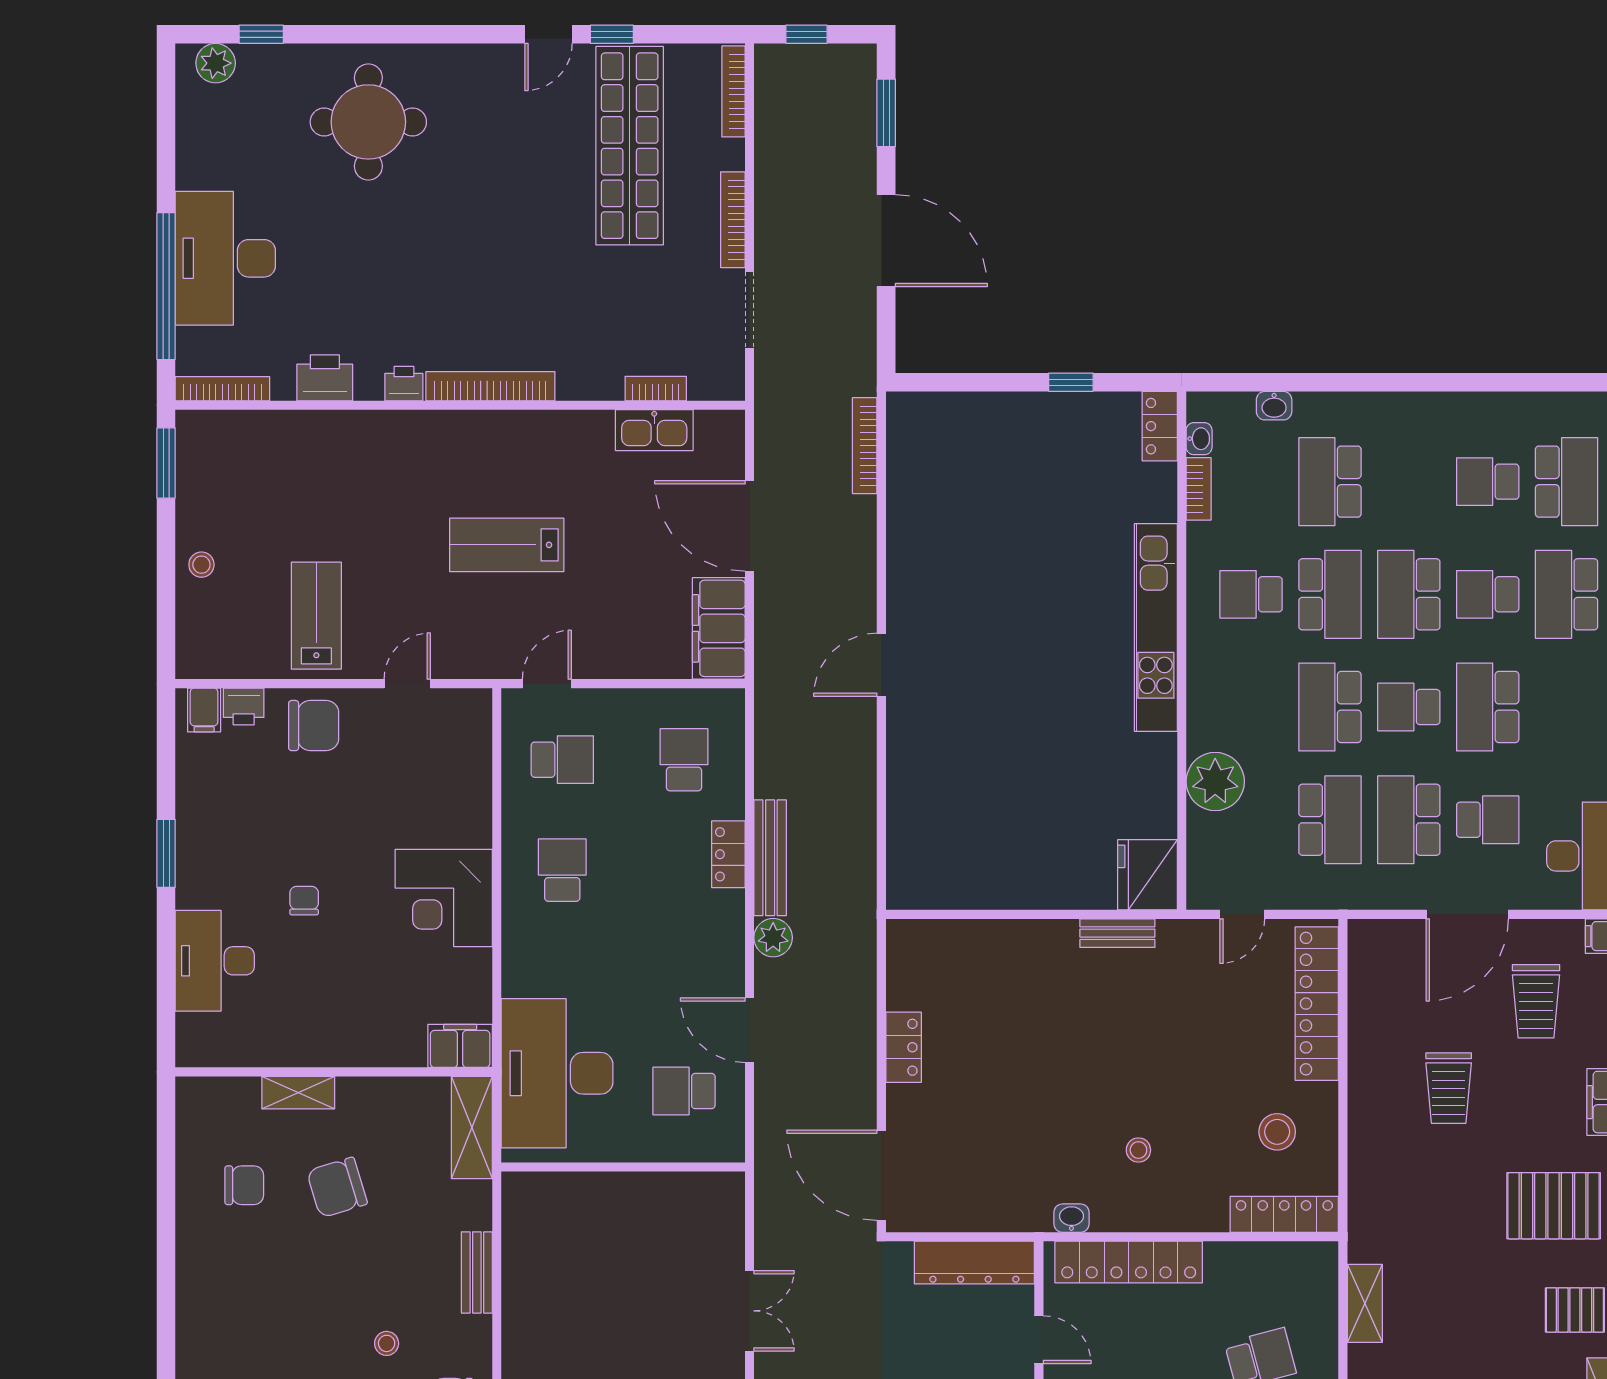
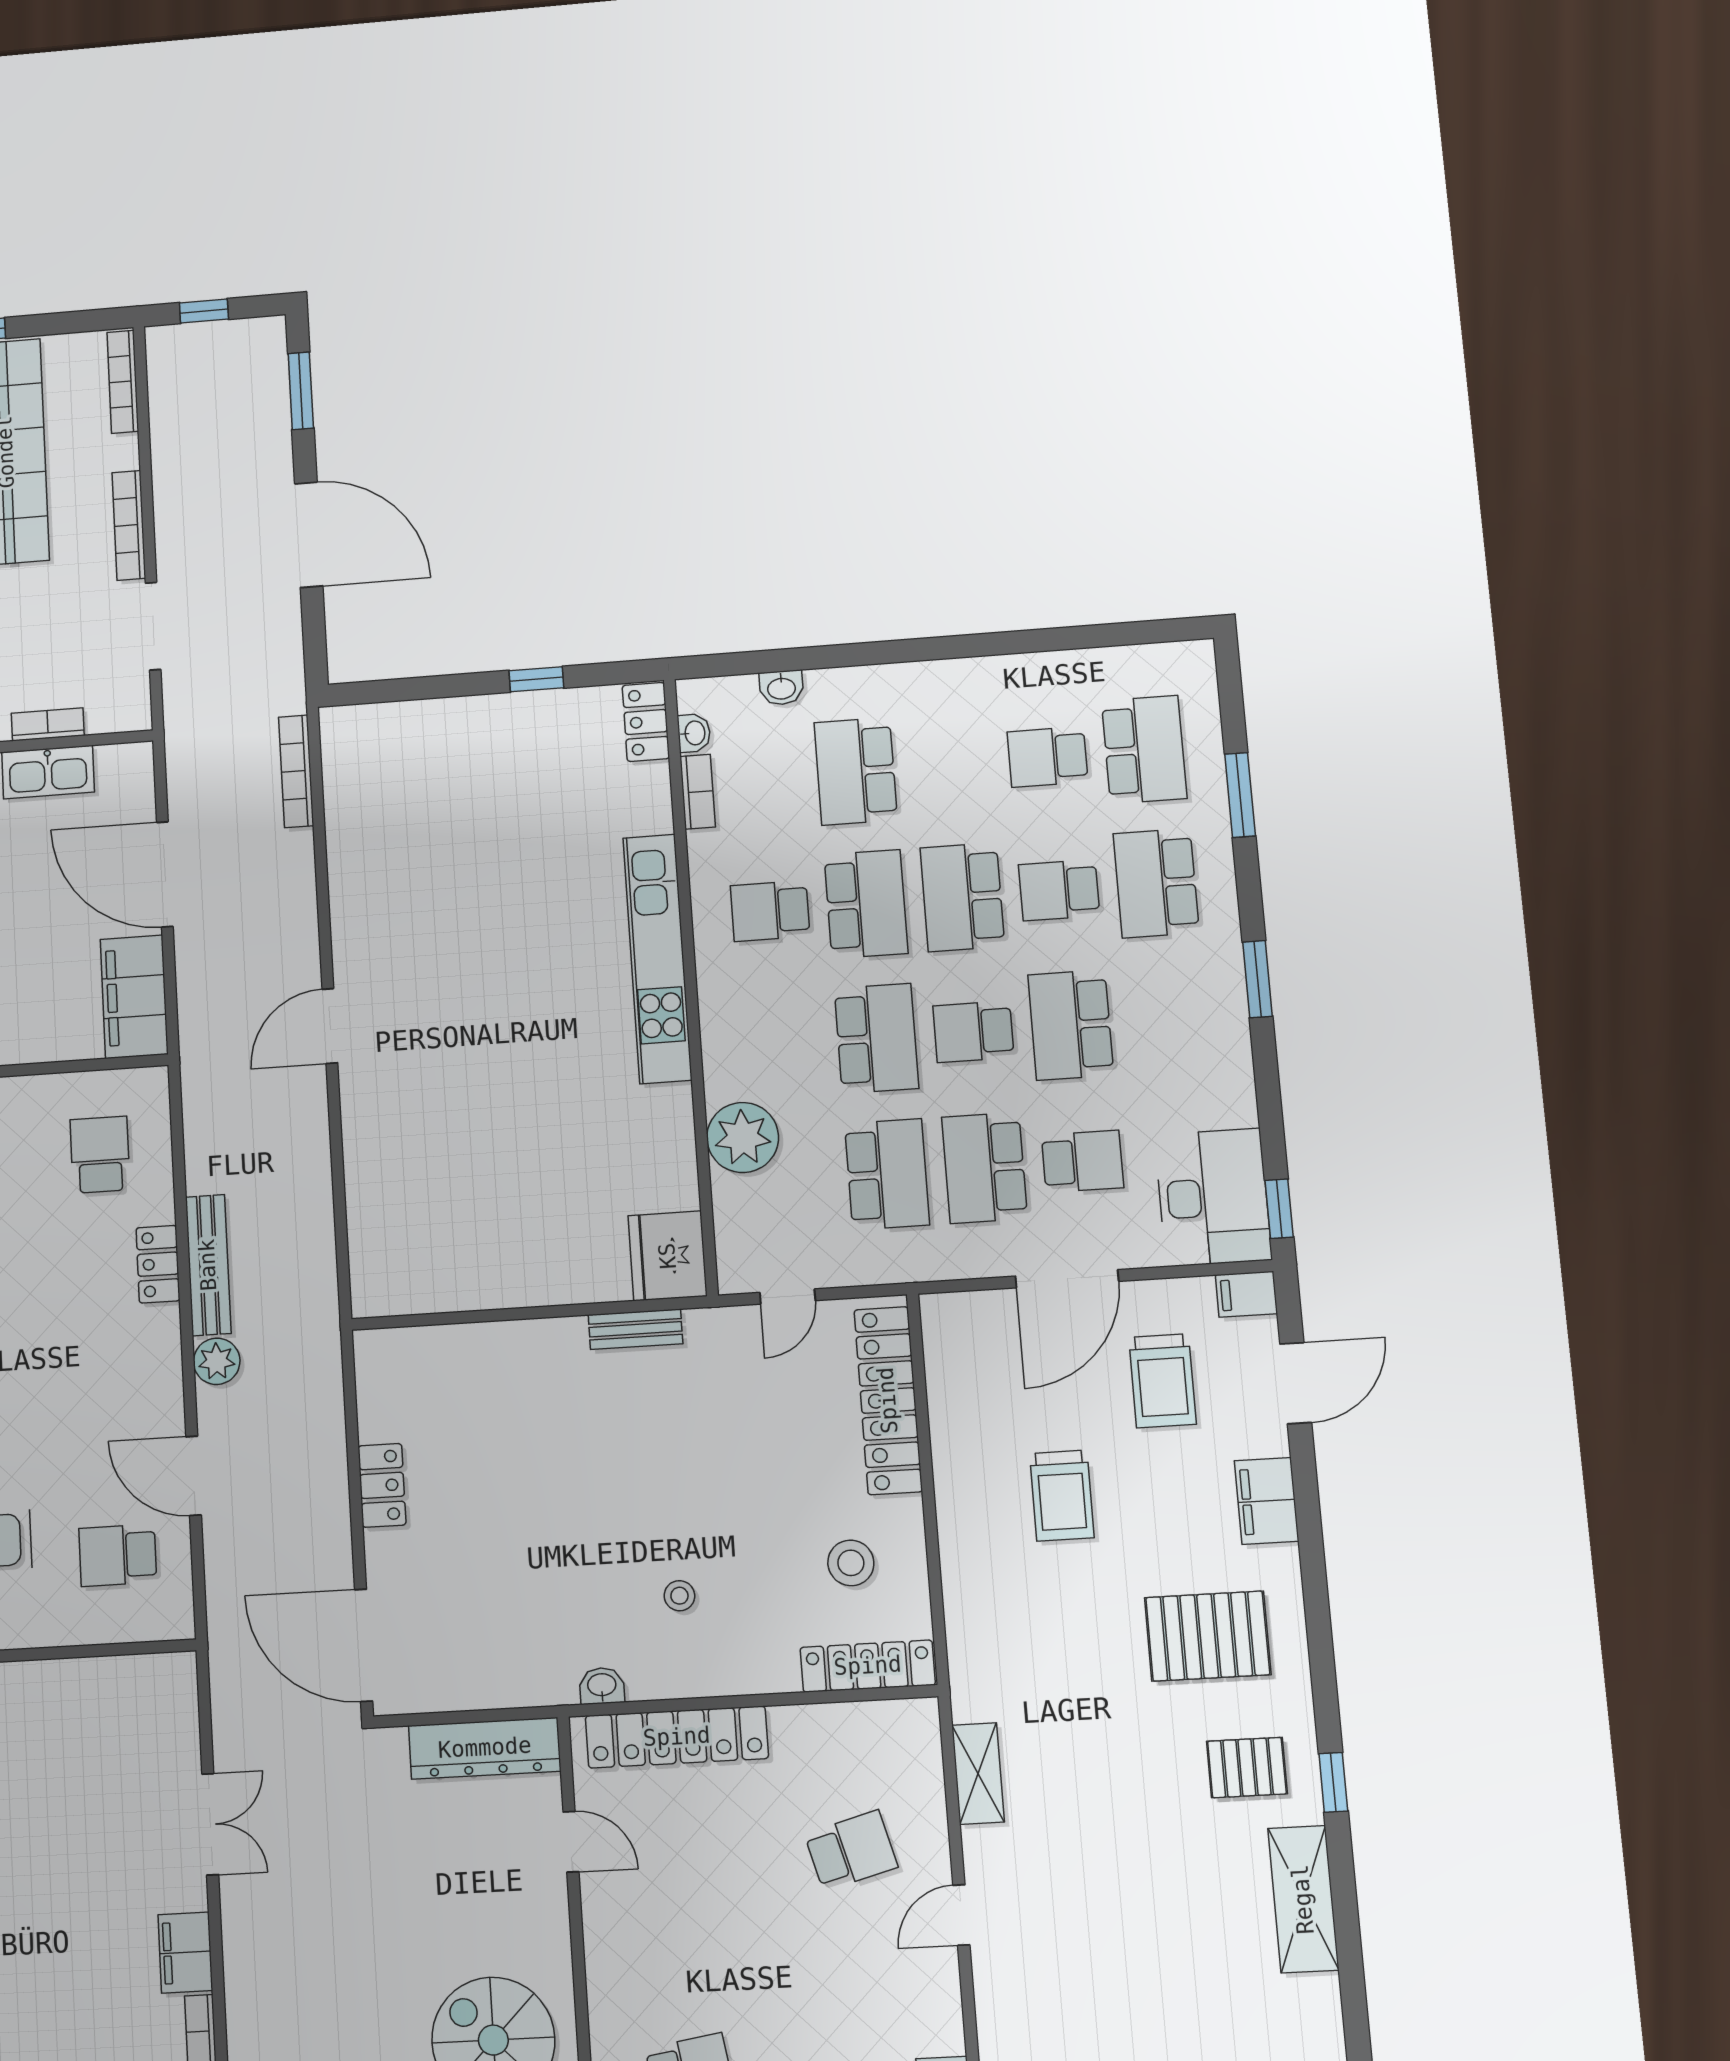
school desk: (1330, 707) -> (876, 1038), turned 180

